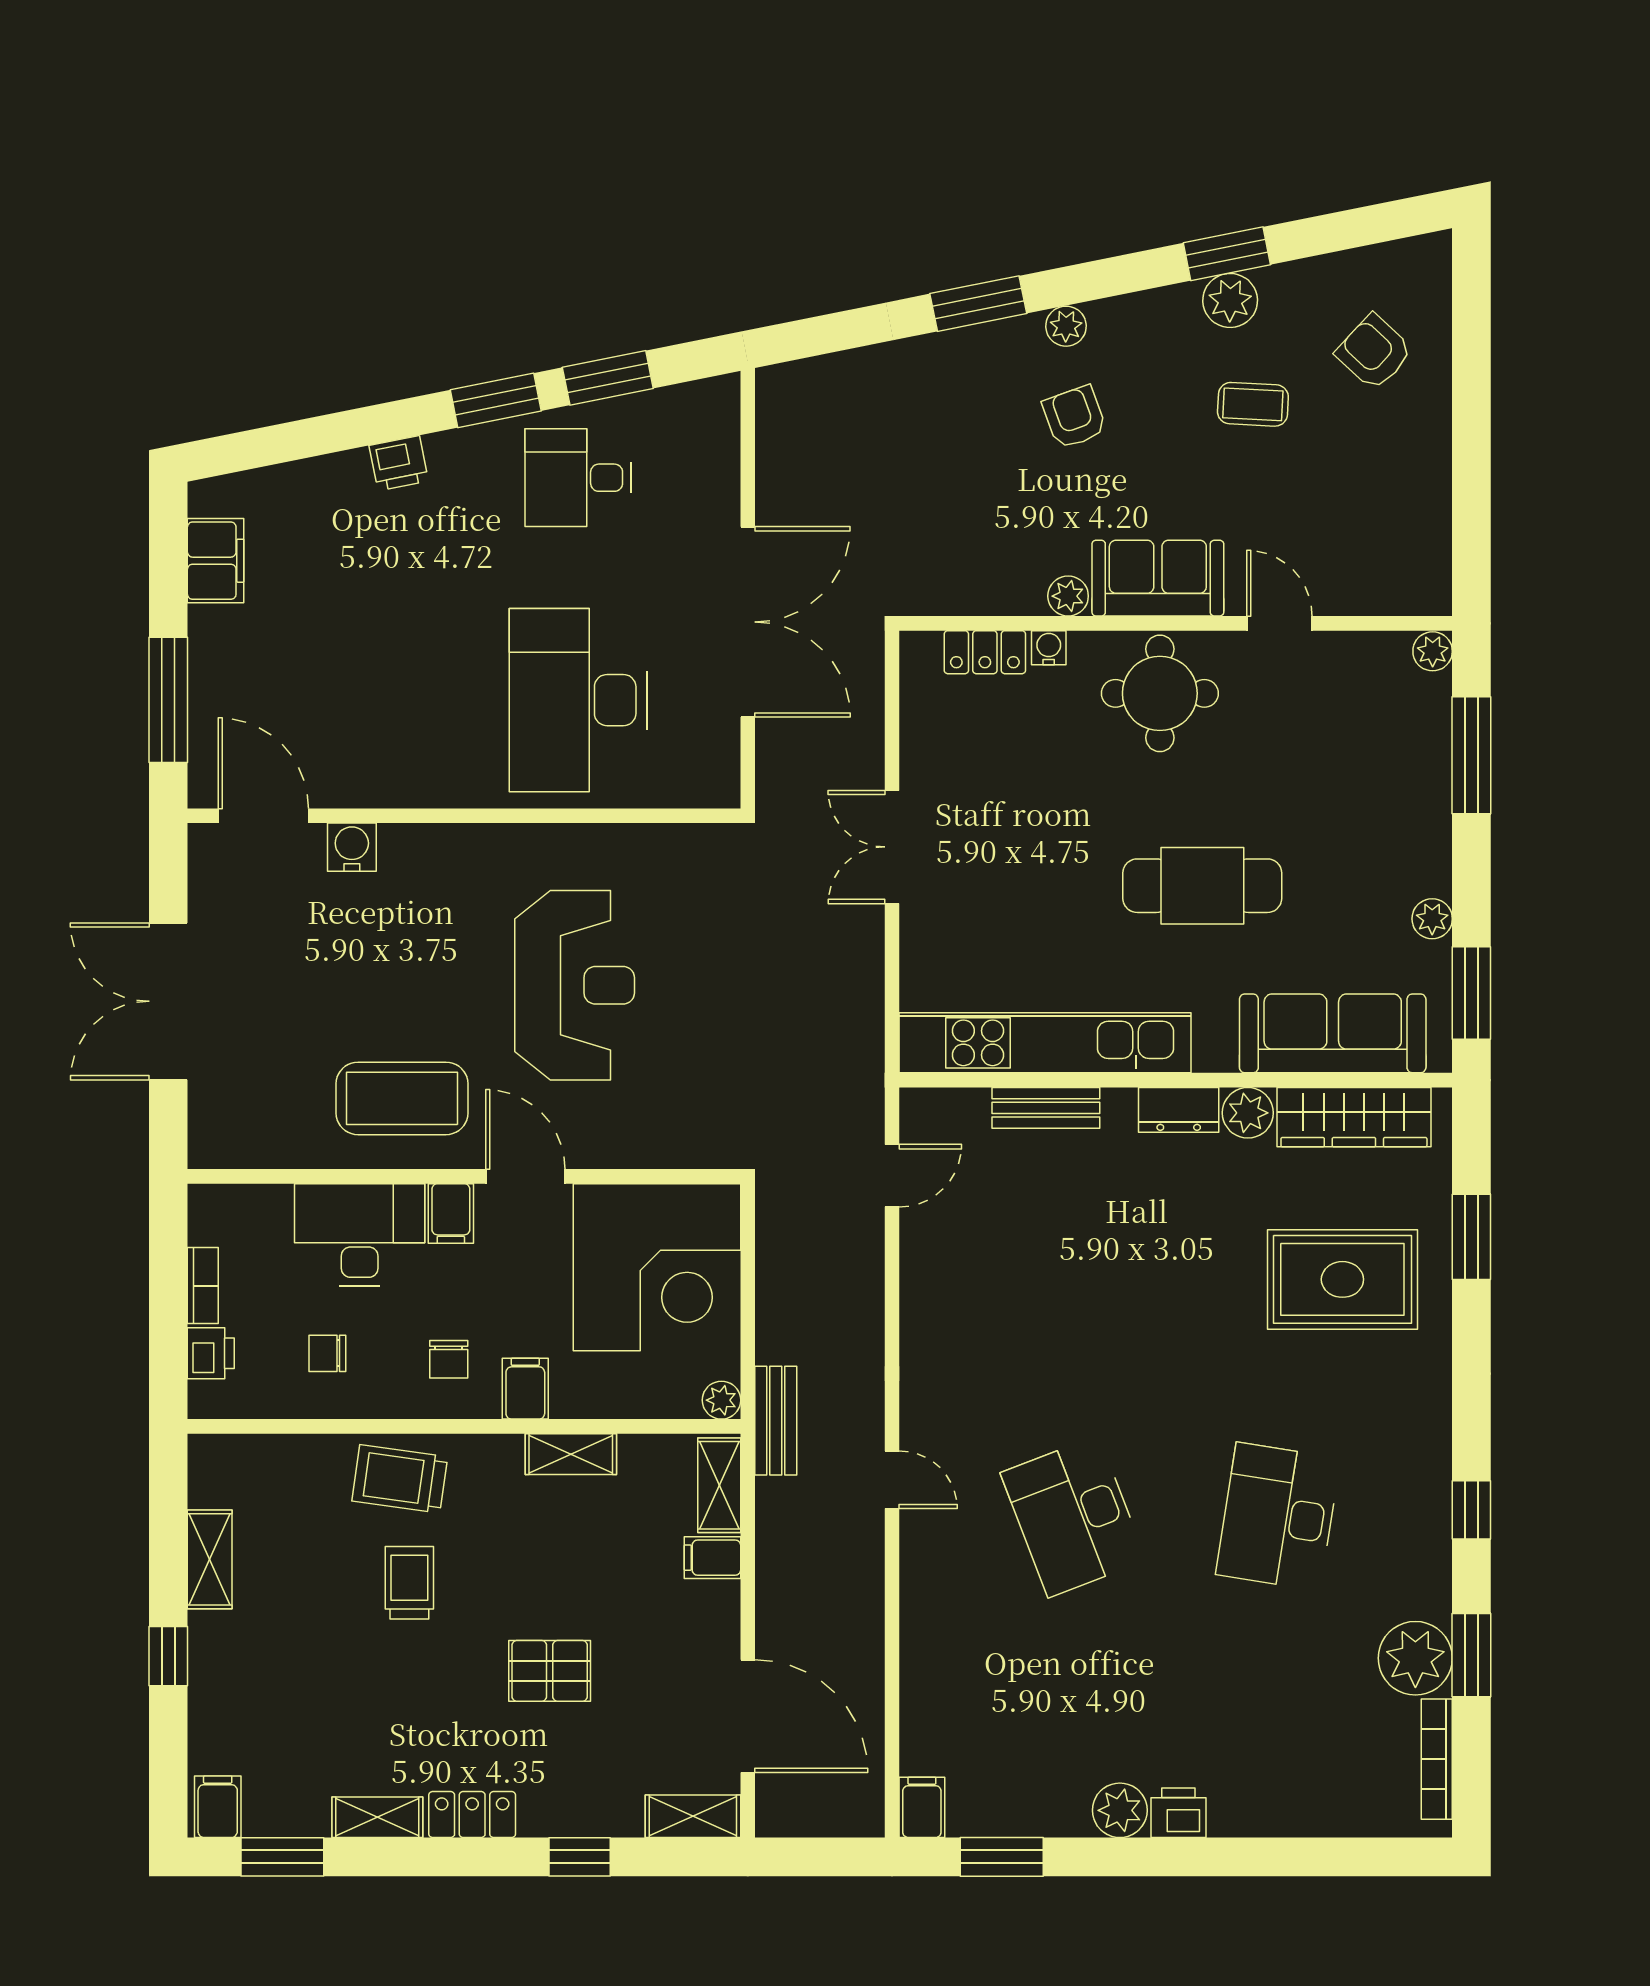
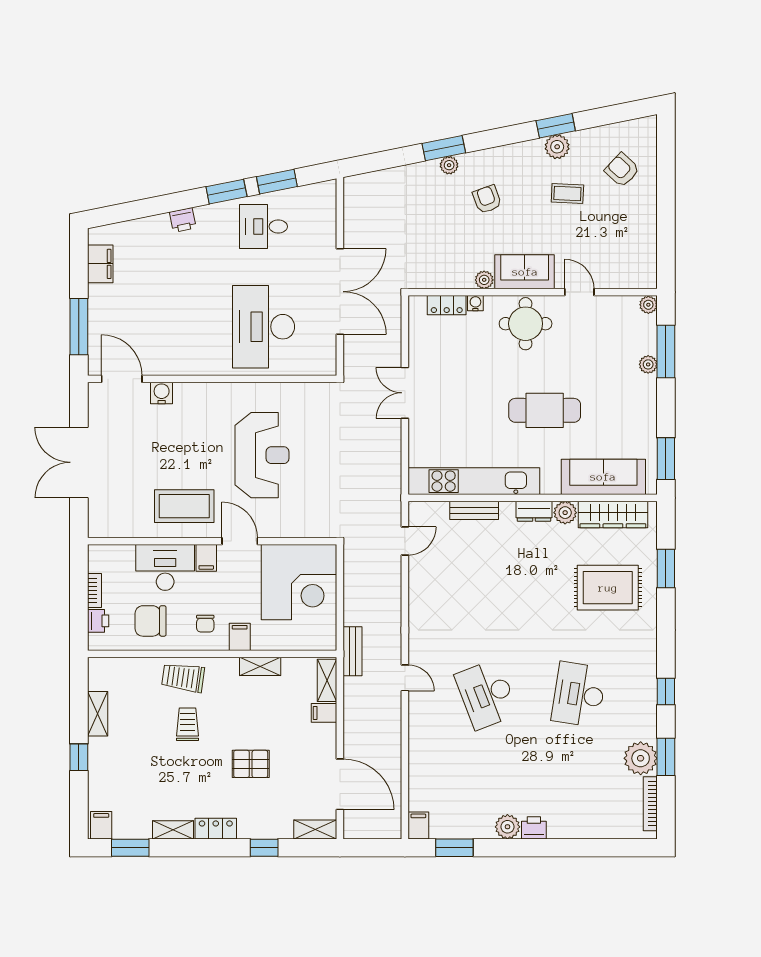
plant: (1066, 326) -> (449, 165), moved
plant: (1432, 919) -> (648, 364), moved
chair: (327, 1353) -> (151, 621), width x1.87, depth x1.87
plant: (721, 1400) -> (328, 642), removed

